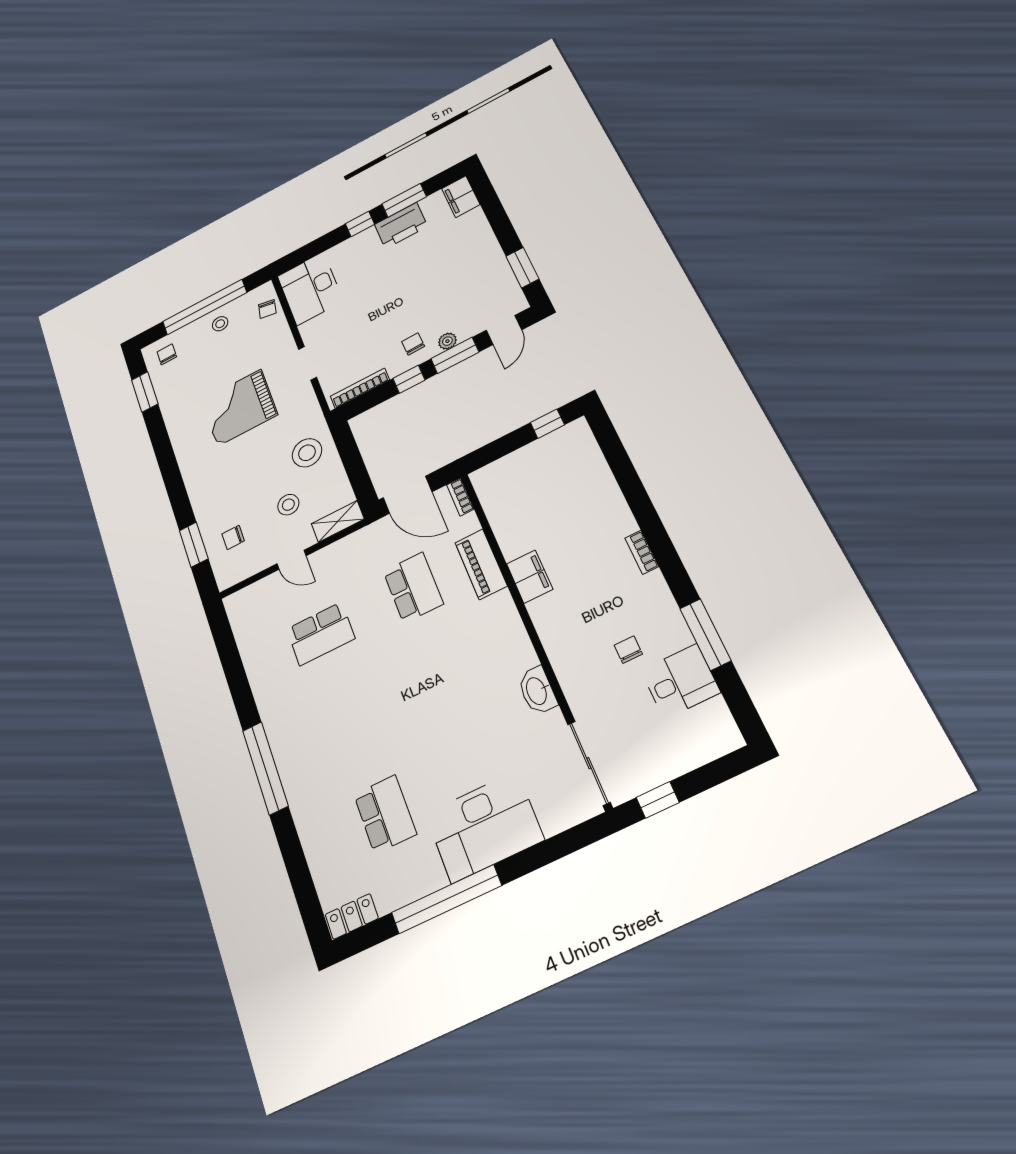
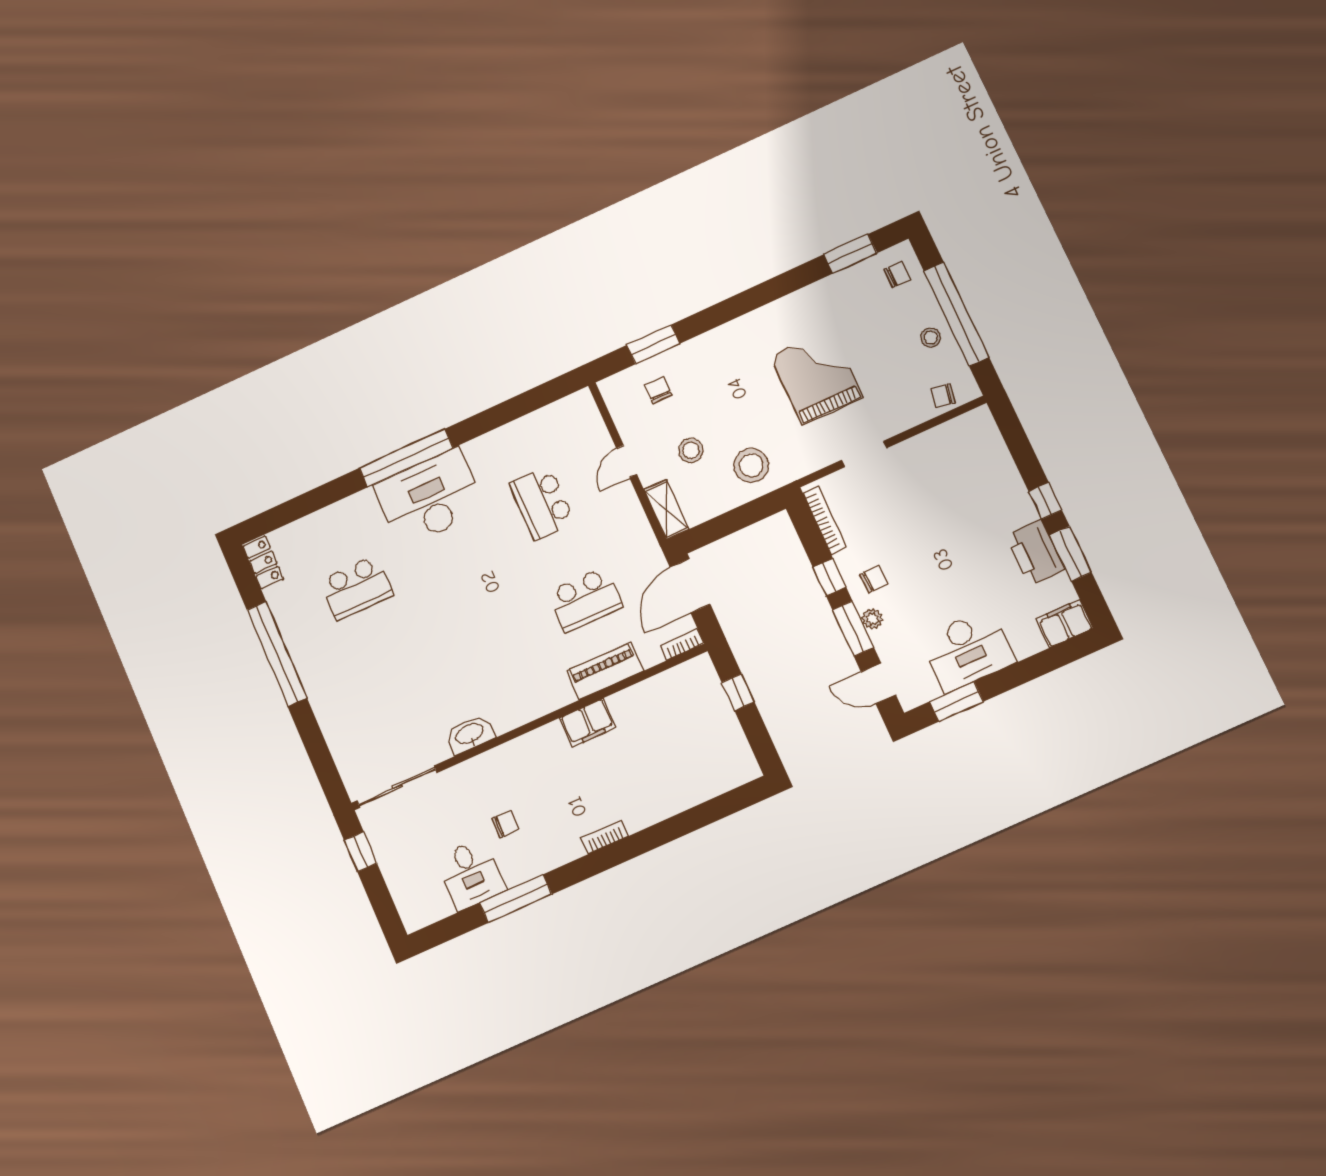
desk: (310, 289) -> (968, 650), moved, turned 180
window: (547, 424) -> (738, 692), moved
desk: (484, 827) -> (430, 498), moved, turned 90

